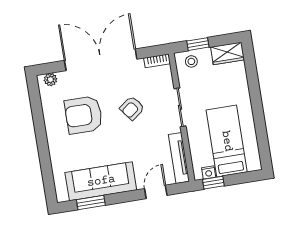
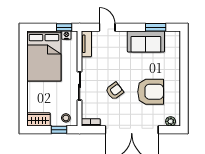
bed: (227, 141) -> (44, 56), width x1.50
tv unit: (179, 158) -> (86, 44), width x0.71
sofa: (101, 181) -> (146, 41), width x0.73
door: (156, 192) -> (107, 27), swing flipped

